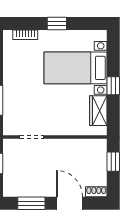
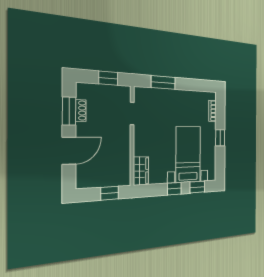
window: (113, 55) -> (197, 187), added
wardrobe: (98, 111) -> (141, 171), moved, turned 90
shoe rack: (96, 192) -> (81, 111), moved

